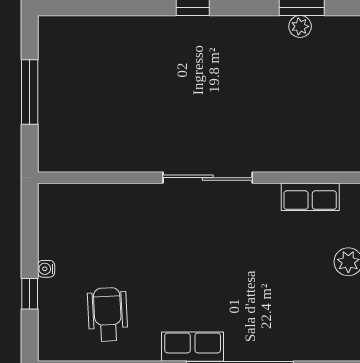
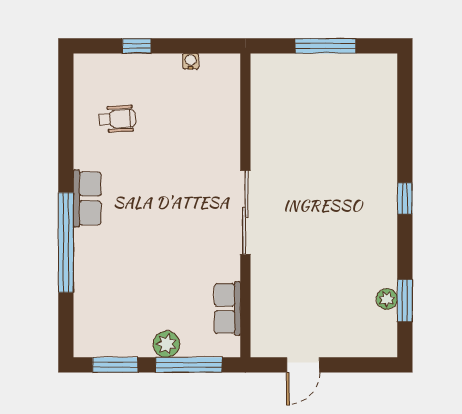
water cooler: (46, 269) -> (191, 61), moved
wheelchair: (108, 314) -> (117, 119), width x0.73, depth x0.73

